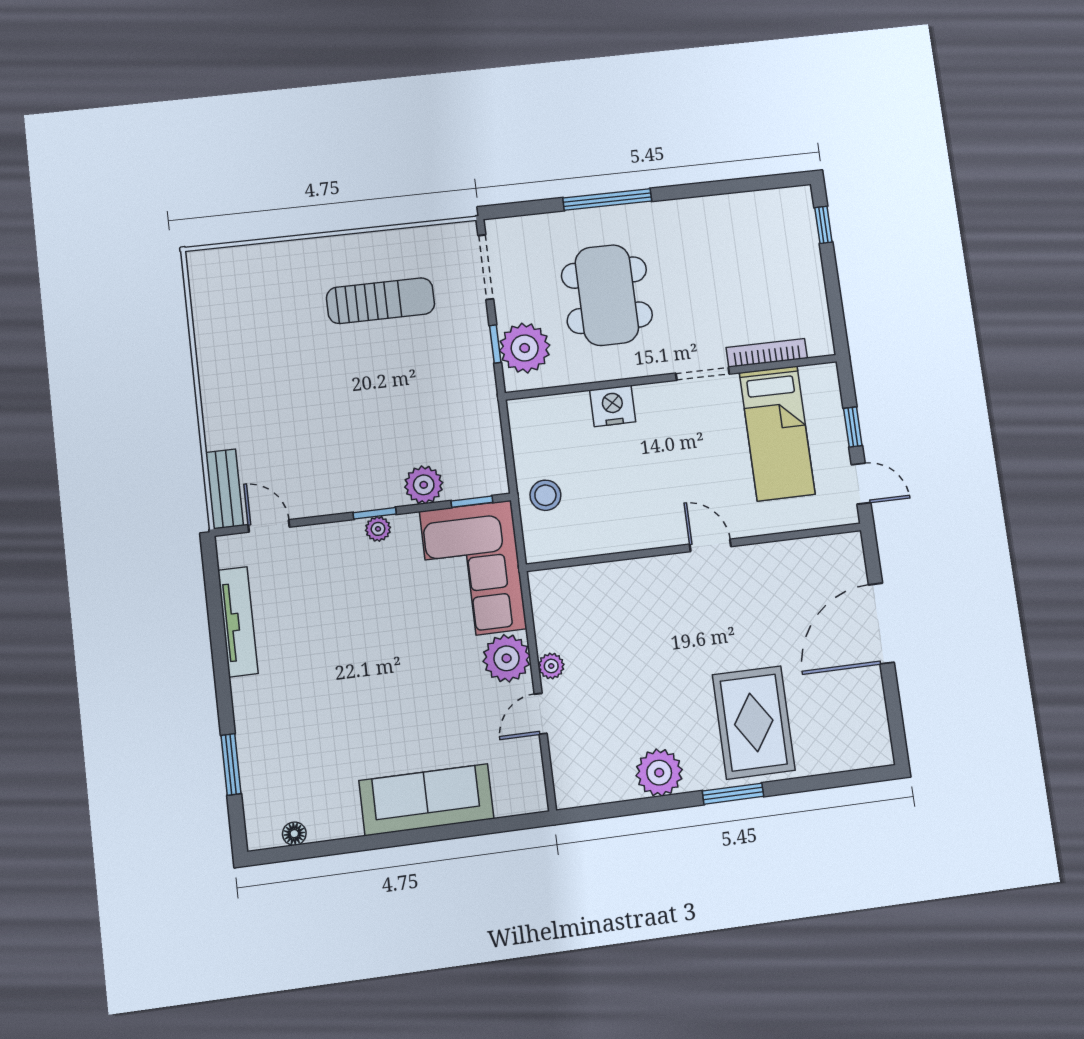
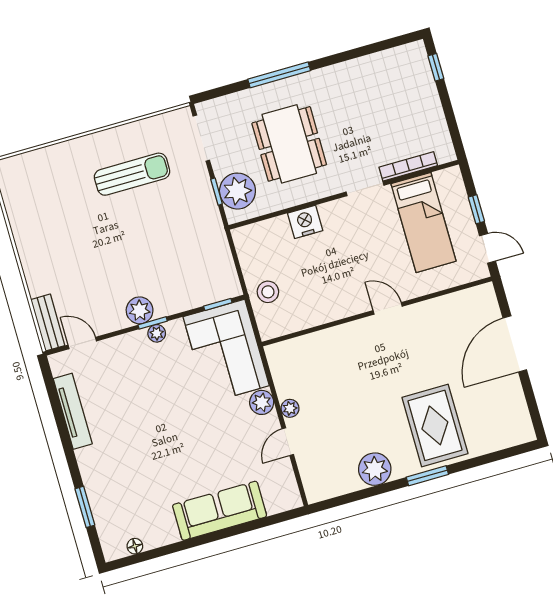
plant: (424, 485) -> (140, 310), moved
plant: (507, 658) -> (262, 402), width x0.73, depth x0.73

